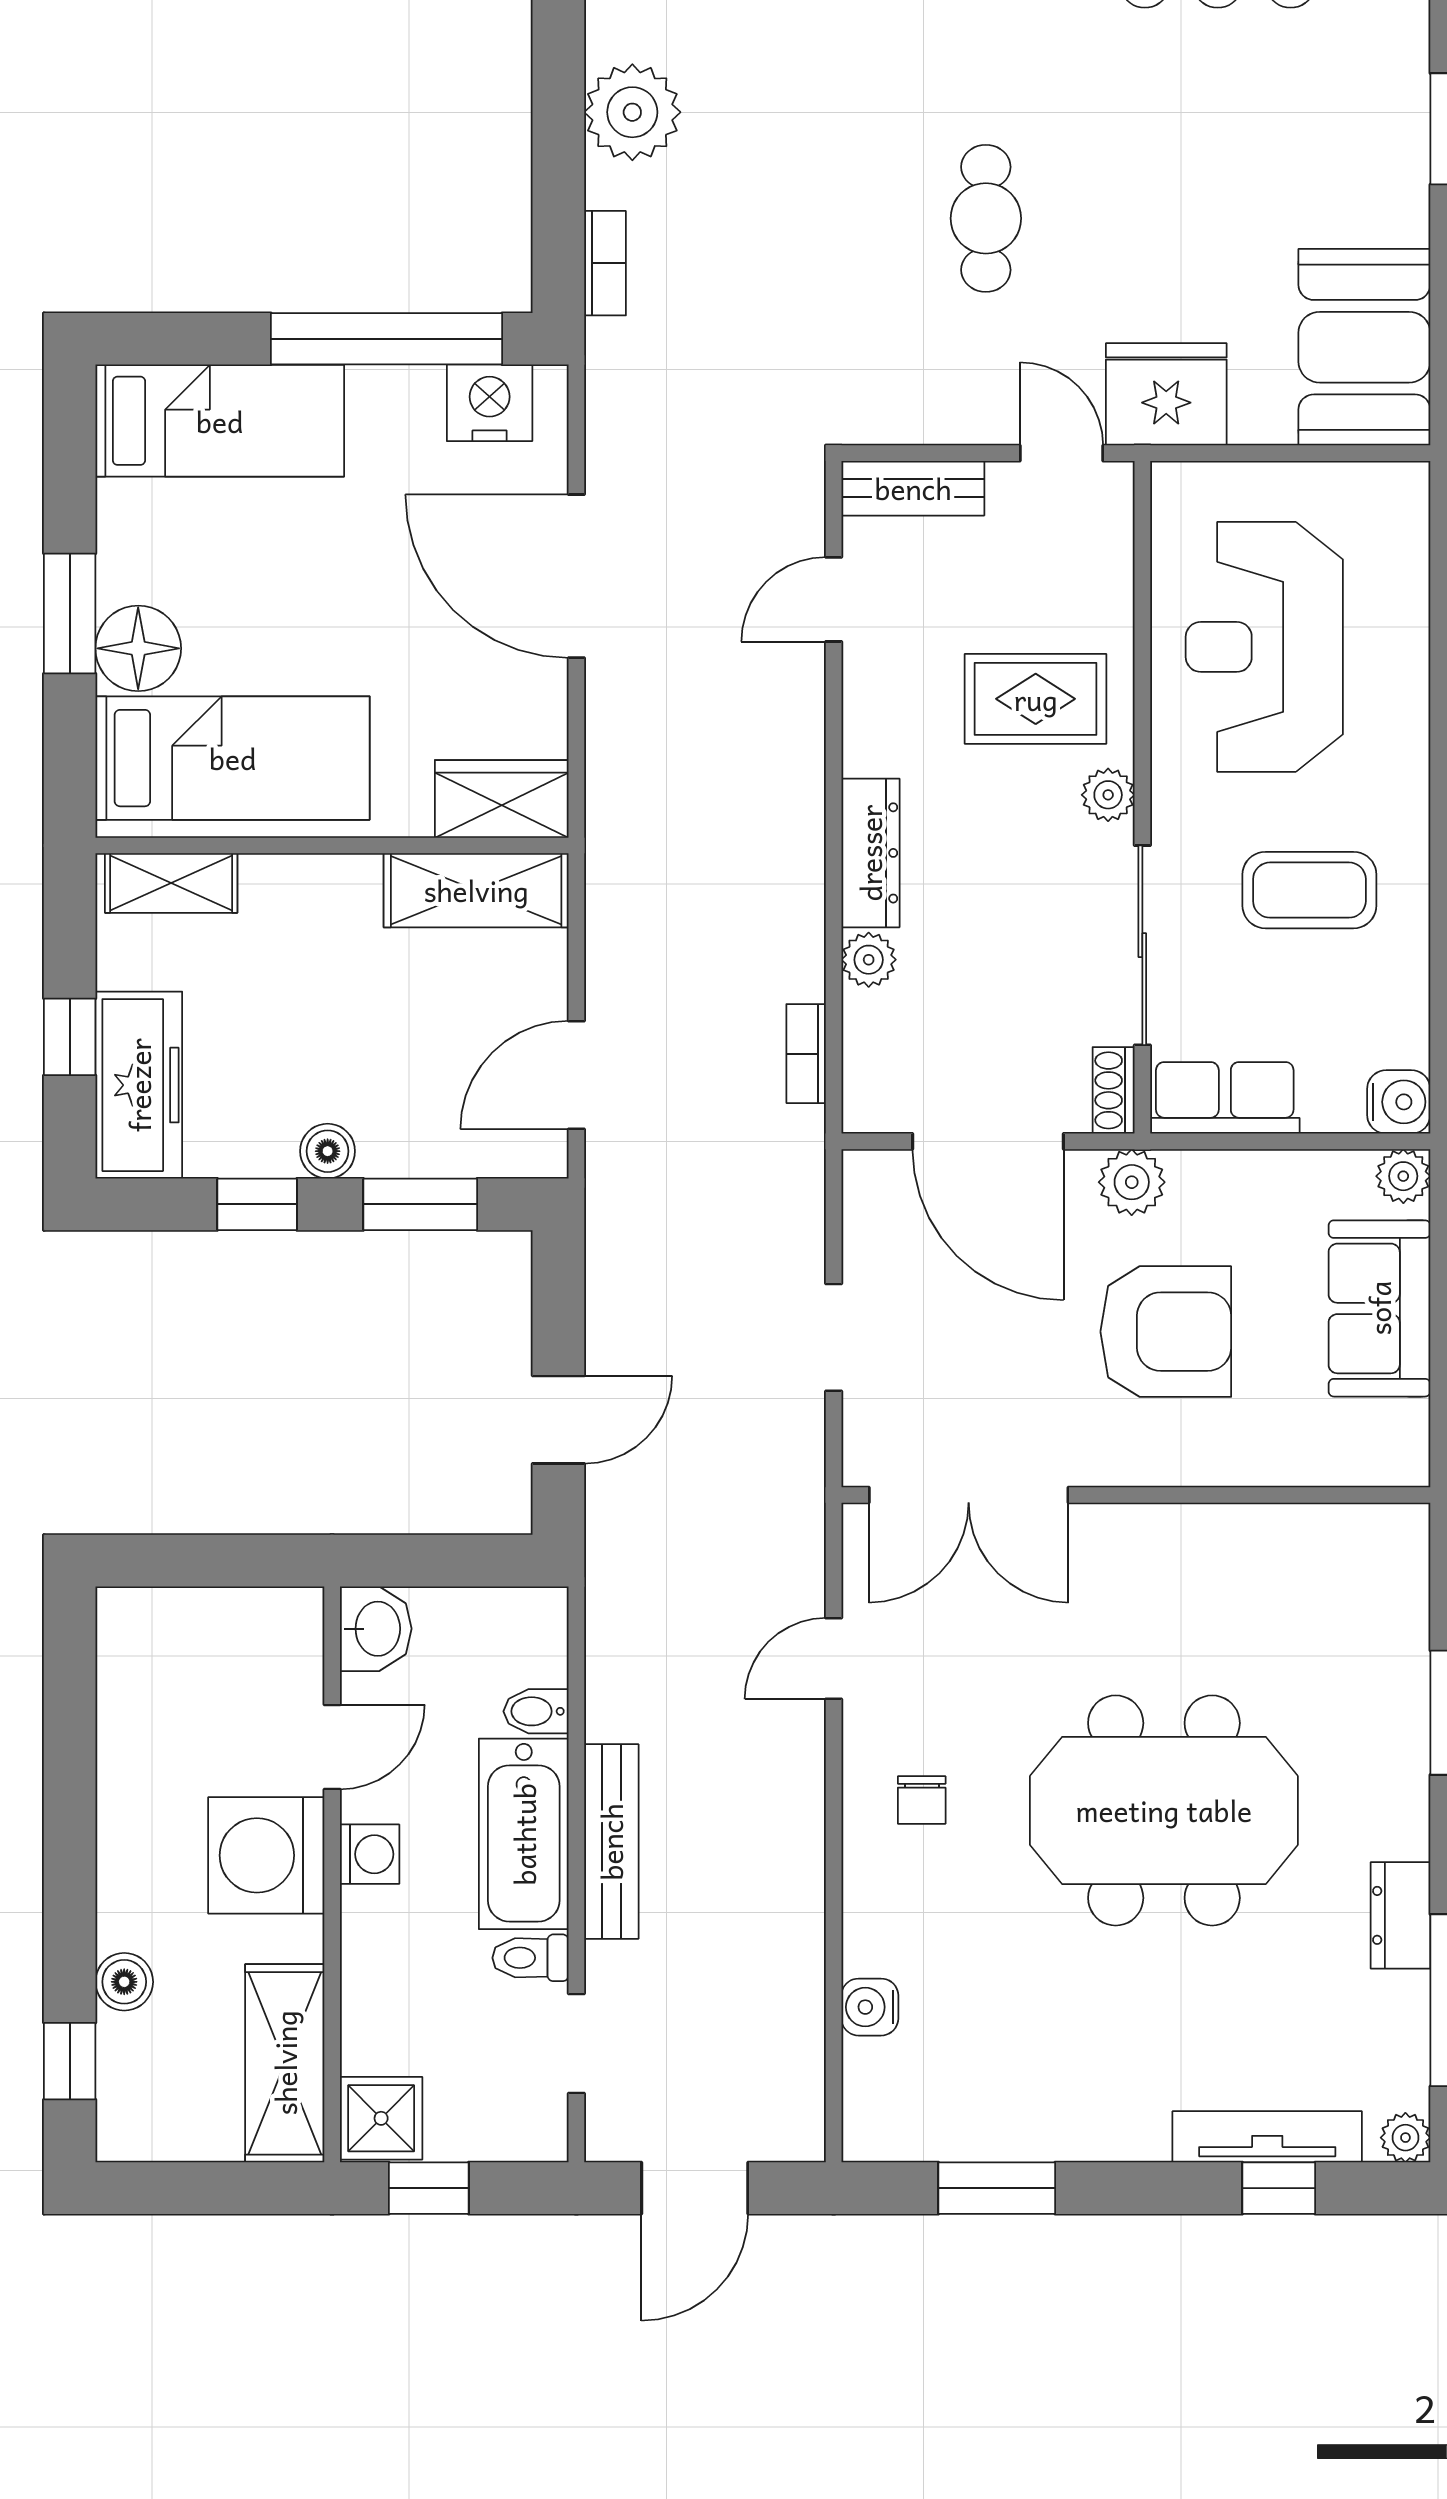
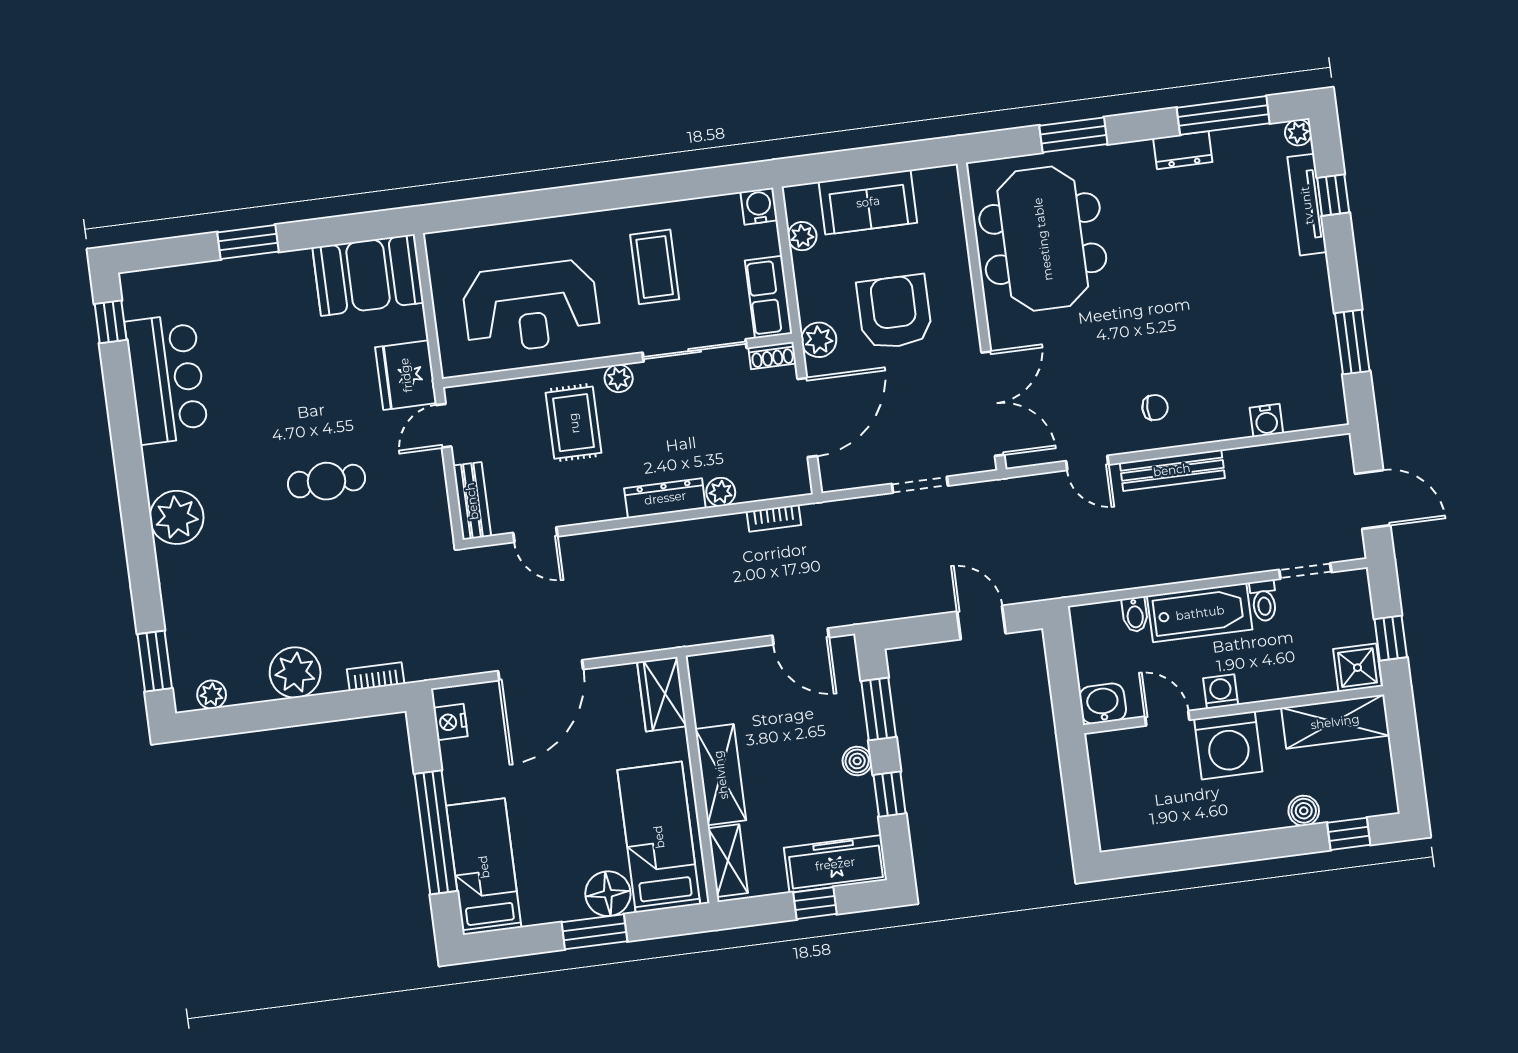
window: (386, 339) -> (436, 832), moved
nightstand: (490, 403) -> (451, 722), width x0.74, depth x0.75
shelving: (476, 890) -> (721, 775), moved
plant: (1403, 1176) -> (802, 236), moved
meeting table: (1164, 1810) -> (1043, 239), moved
bench: (611, 1842) -> (1172, 470), moved

